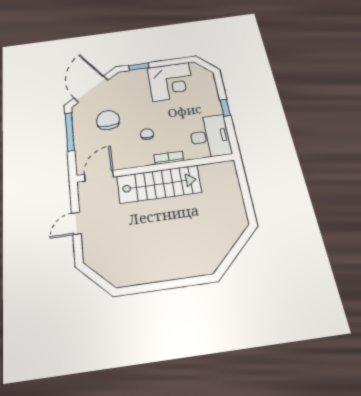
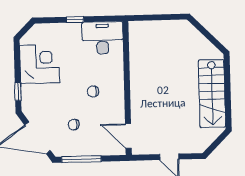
chair: (108, 120) -> (74, 125), width x0.54, depth x0.54
bookcase: (169, 158) -> (119, 75), removed
stairs: (159, 184) -> (212, 94), moved, turned 180

